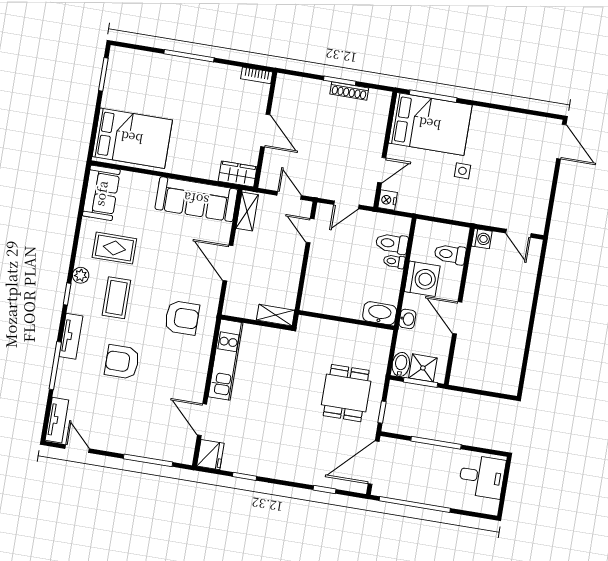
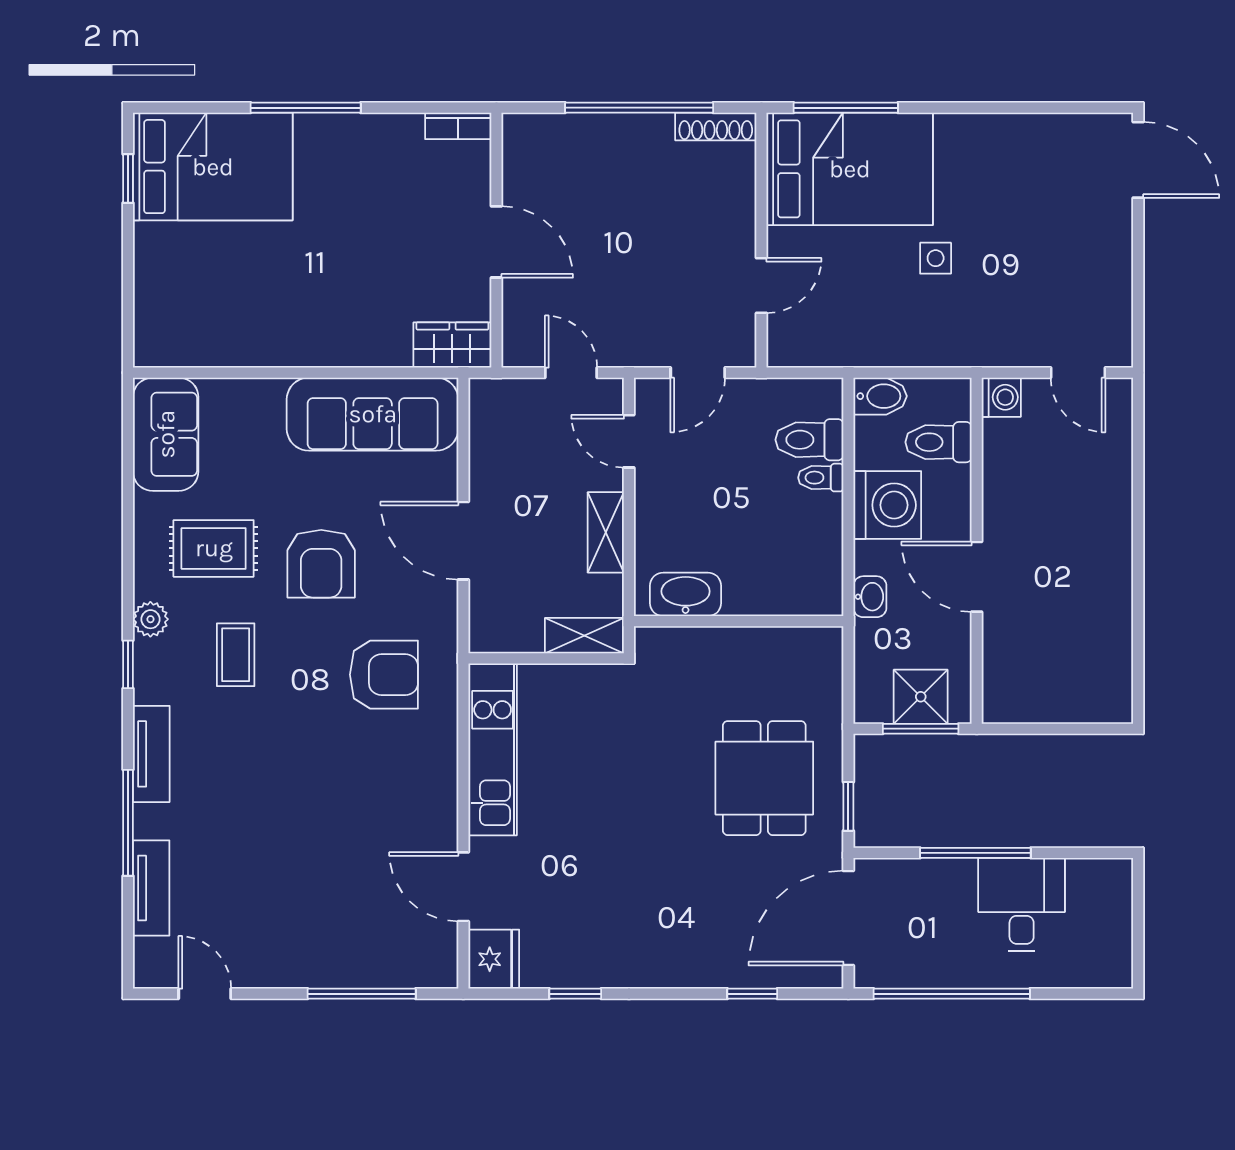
window: (103, 74) -> (128, 179), width x0.67
window: (340, 81) -> (639, 108), width x2.11
shoe rack: (349, 91) -> (716, 127), moved
bed: (132, 138) -> (213, 167), moved
nightstand: (388, 200) -> (785, 348), removed
shelving: (247, 212) -> (606, 532), moved
coffee table: (116, 298) -> (236, 655), width x0.73, depth x0.77
washbasin: (380, 313) -> (686, 594), moved
armchair: (122, 362) -> (321, 564), moved, turned -90
bidet: (401, 364) -> (880, 396), moved, turned 90
tv unit: (57, 420) -> (151, 888), moved
desk: (482, 477) -> (1022, 905), moved, turned -90

